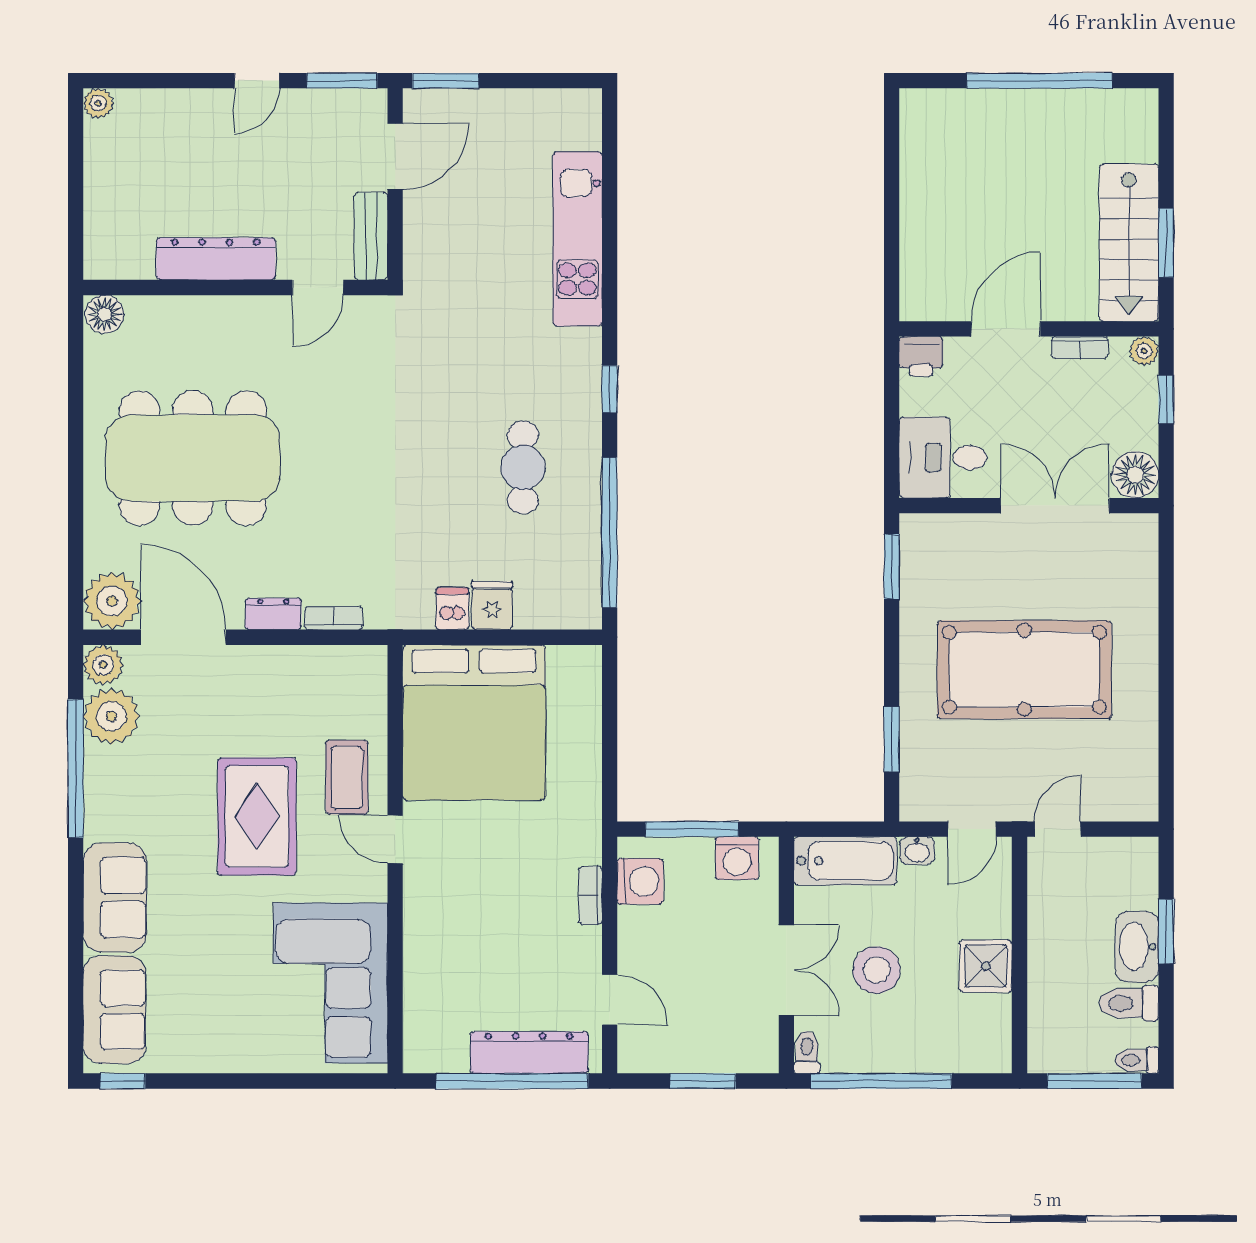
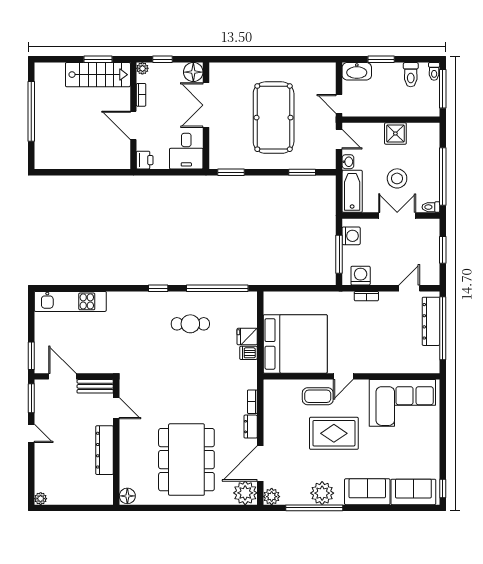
kitchen unit: (577, 239) -> (70, 301), moved
plant: (111, 716) -> (322, 493), moved
washbasin: (1137, 947) -> (357, 71), moved

